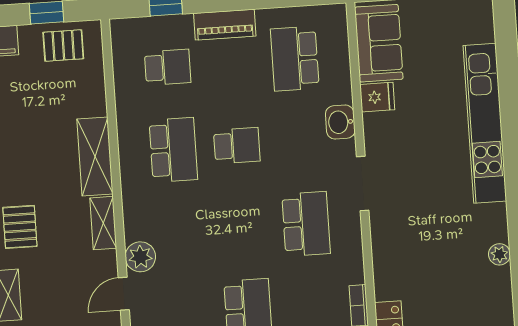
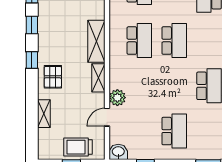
school desk: (237, 146) -> (174, 41), width x1.85

